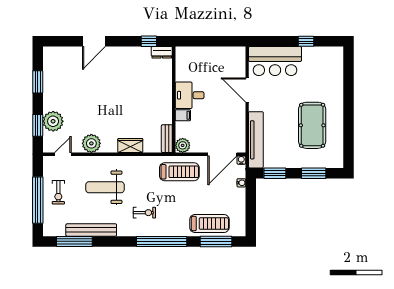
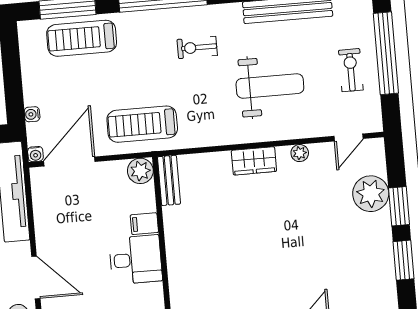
window: (38, 125) -> (399, 206), moved
plant: (91, 143) -> (300, 153), width x0.53, depth x0.53
wardrobe: (130, 146) -> (254, 161), moved

